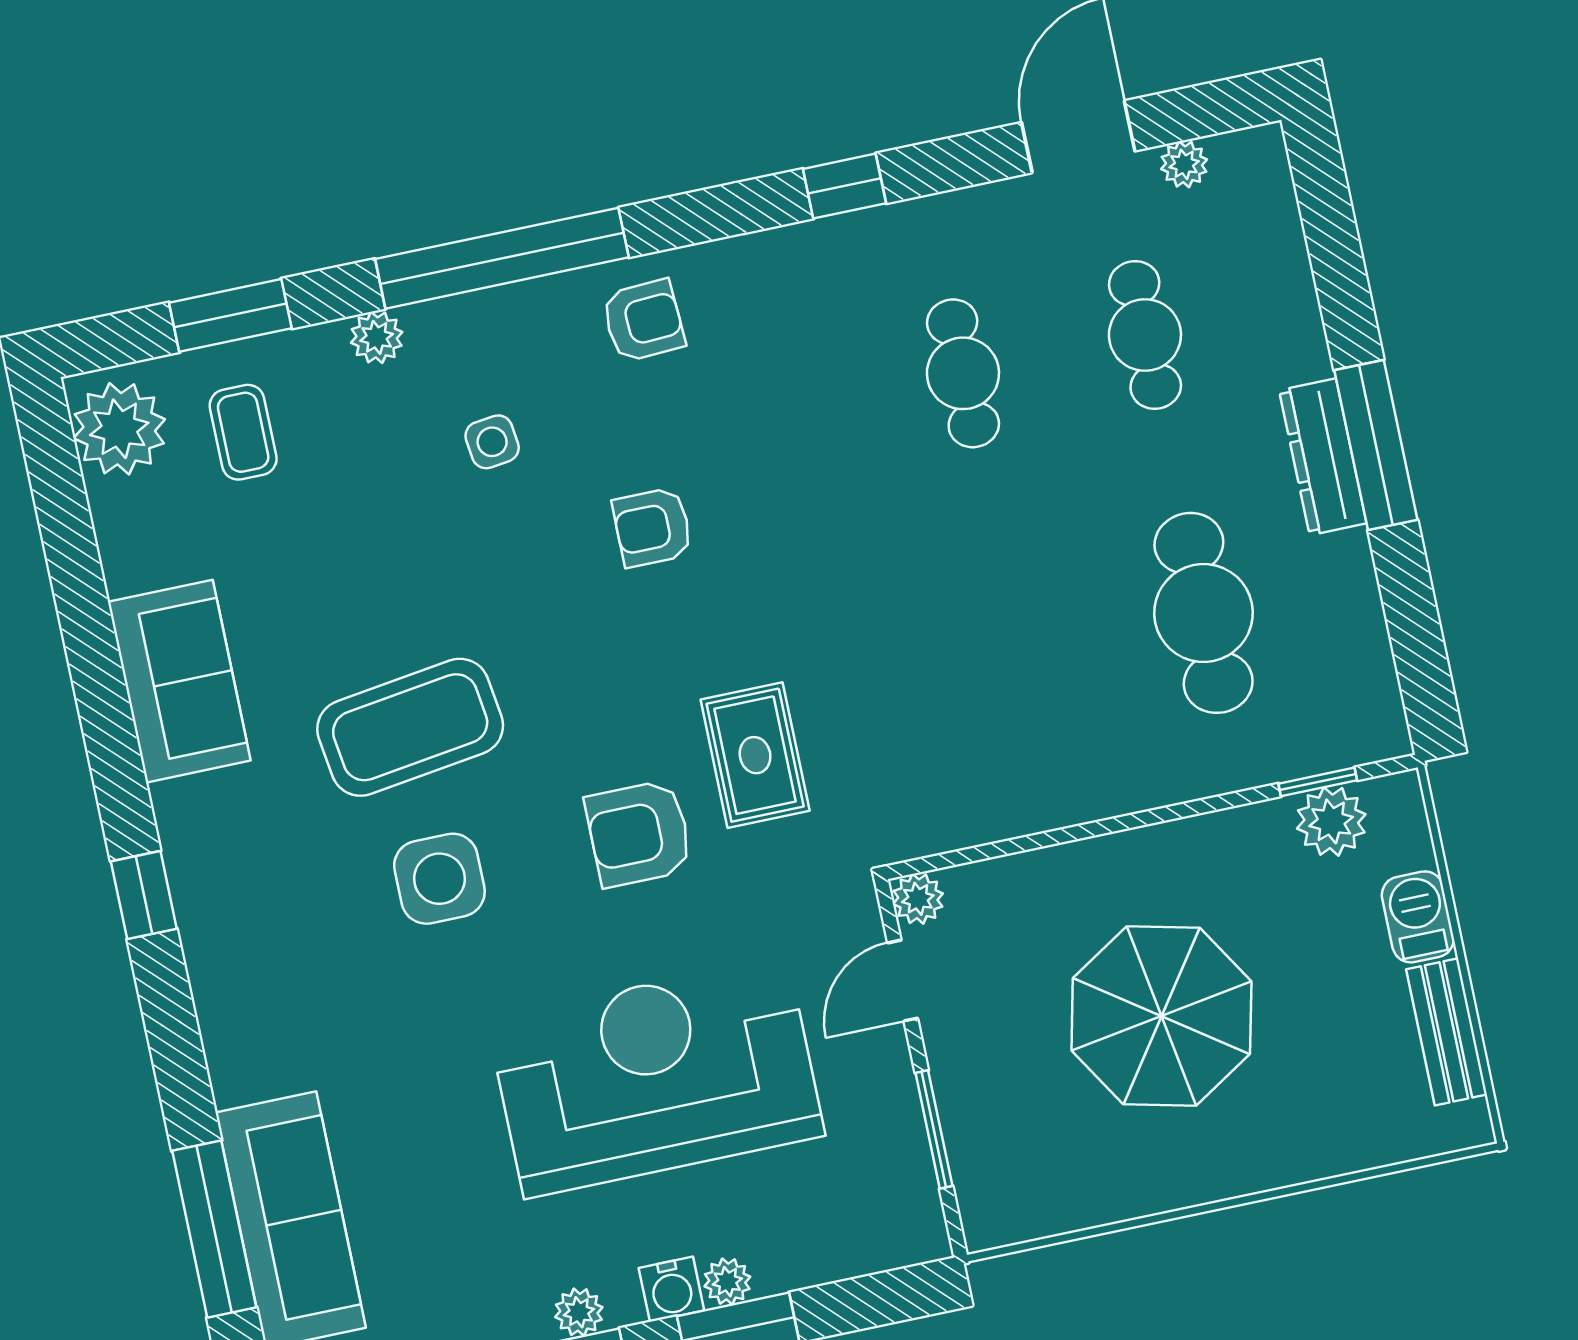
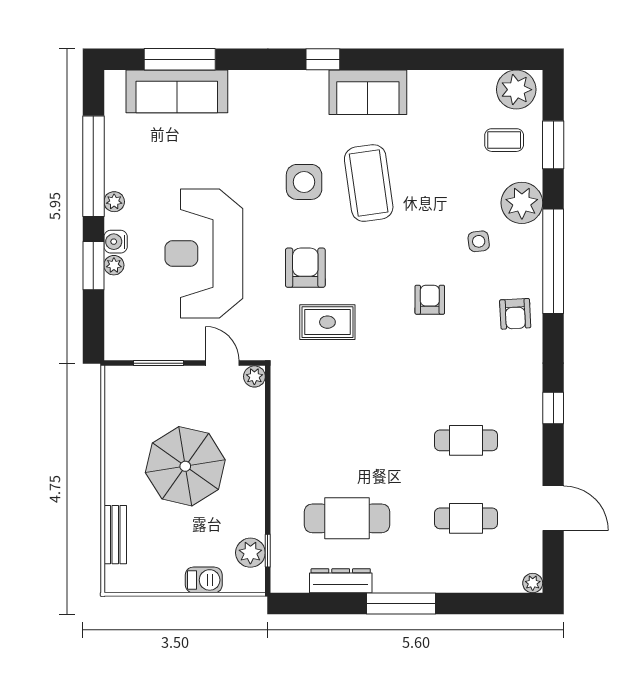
plant: (1184, 164) -> (533, 583), moved
plant: (377, 337) -> (522, 203), width x1.87, depth x1.87
dresser: (1323, 457) -> (341, 581), moved
sofa: (179, 681) -> (368, 92), moved
bench: (1447, 1032) -> (115, 535), moved, turned 90
reception desk: (656, 1077) -> (204, 254), turned 180

